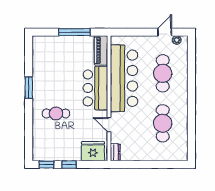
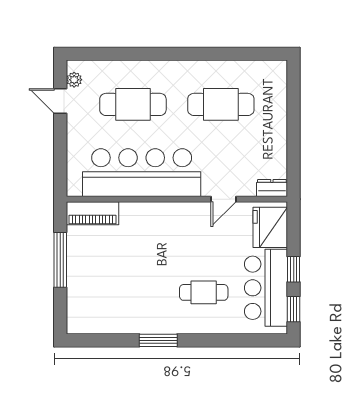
bar counter: (95, 88) -> (266, 288), moved, turned 90
cafe table: (56, 113) -> (204, 292), turned 90

